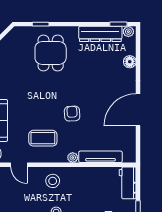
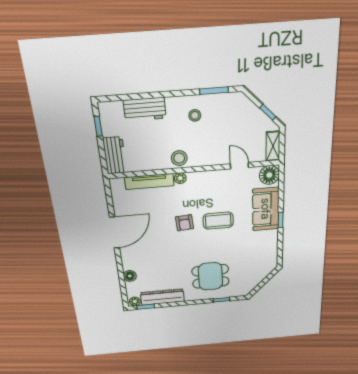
dining table: (51, 53) -> (210, 276), turned 90
coffee table: (43, 138) -> (218, 221), moved
stool: (53, 181) -> (179, 158), moved

